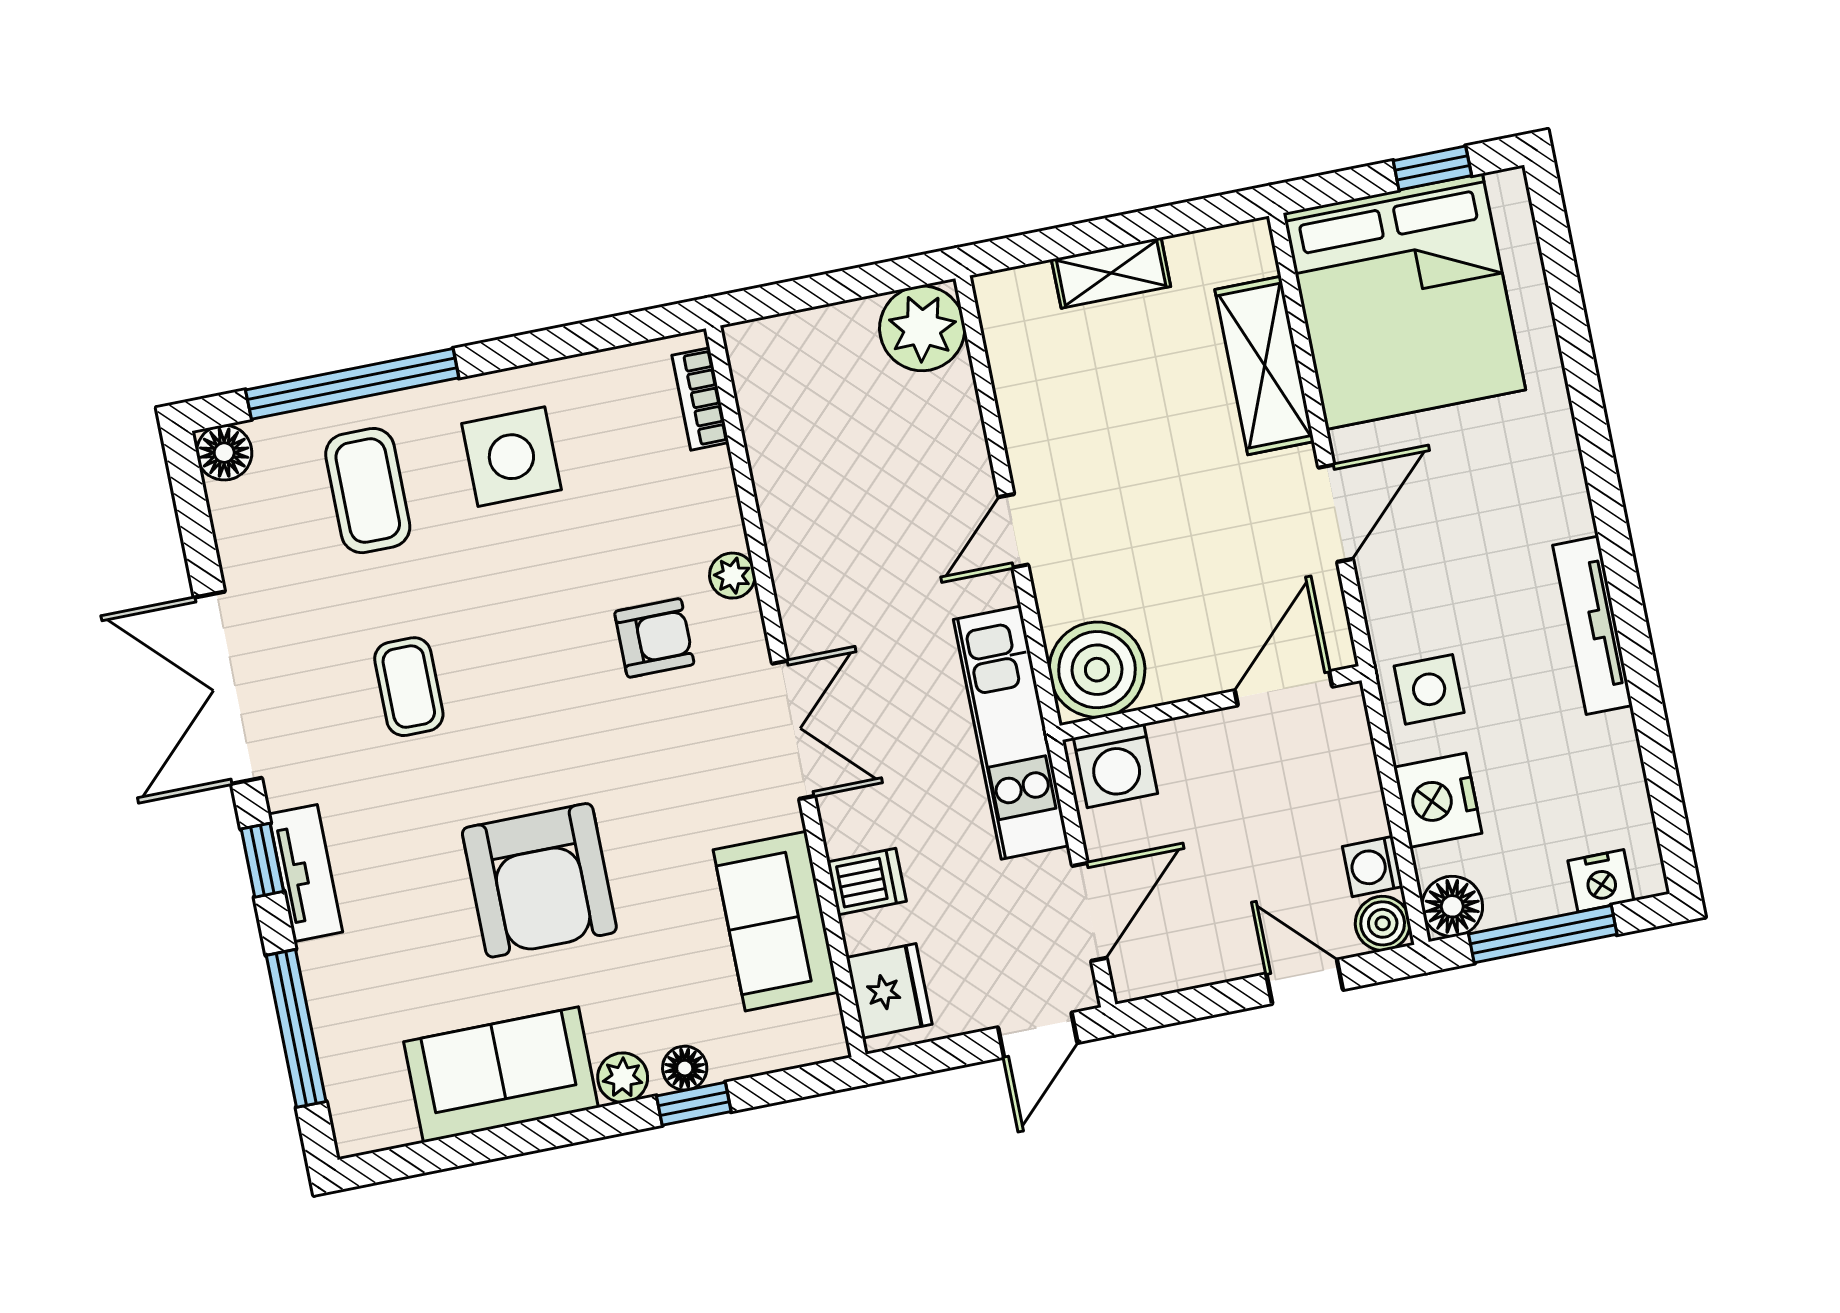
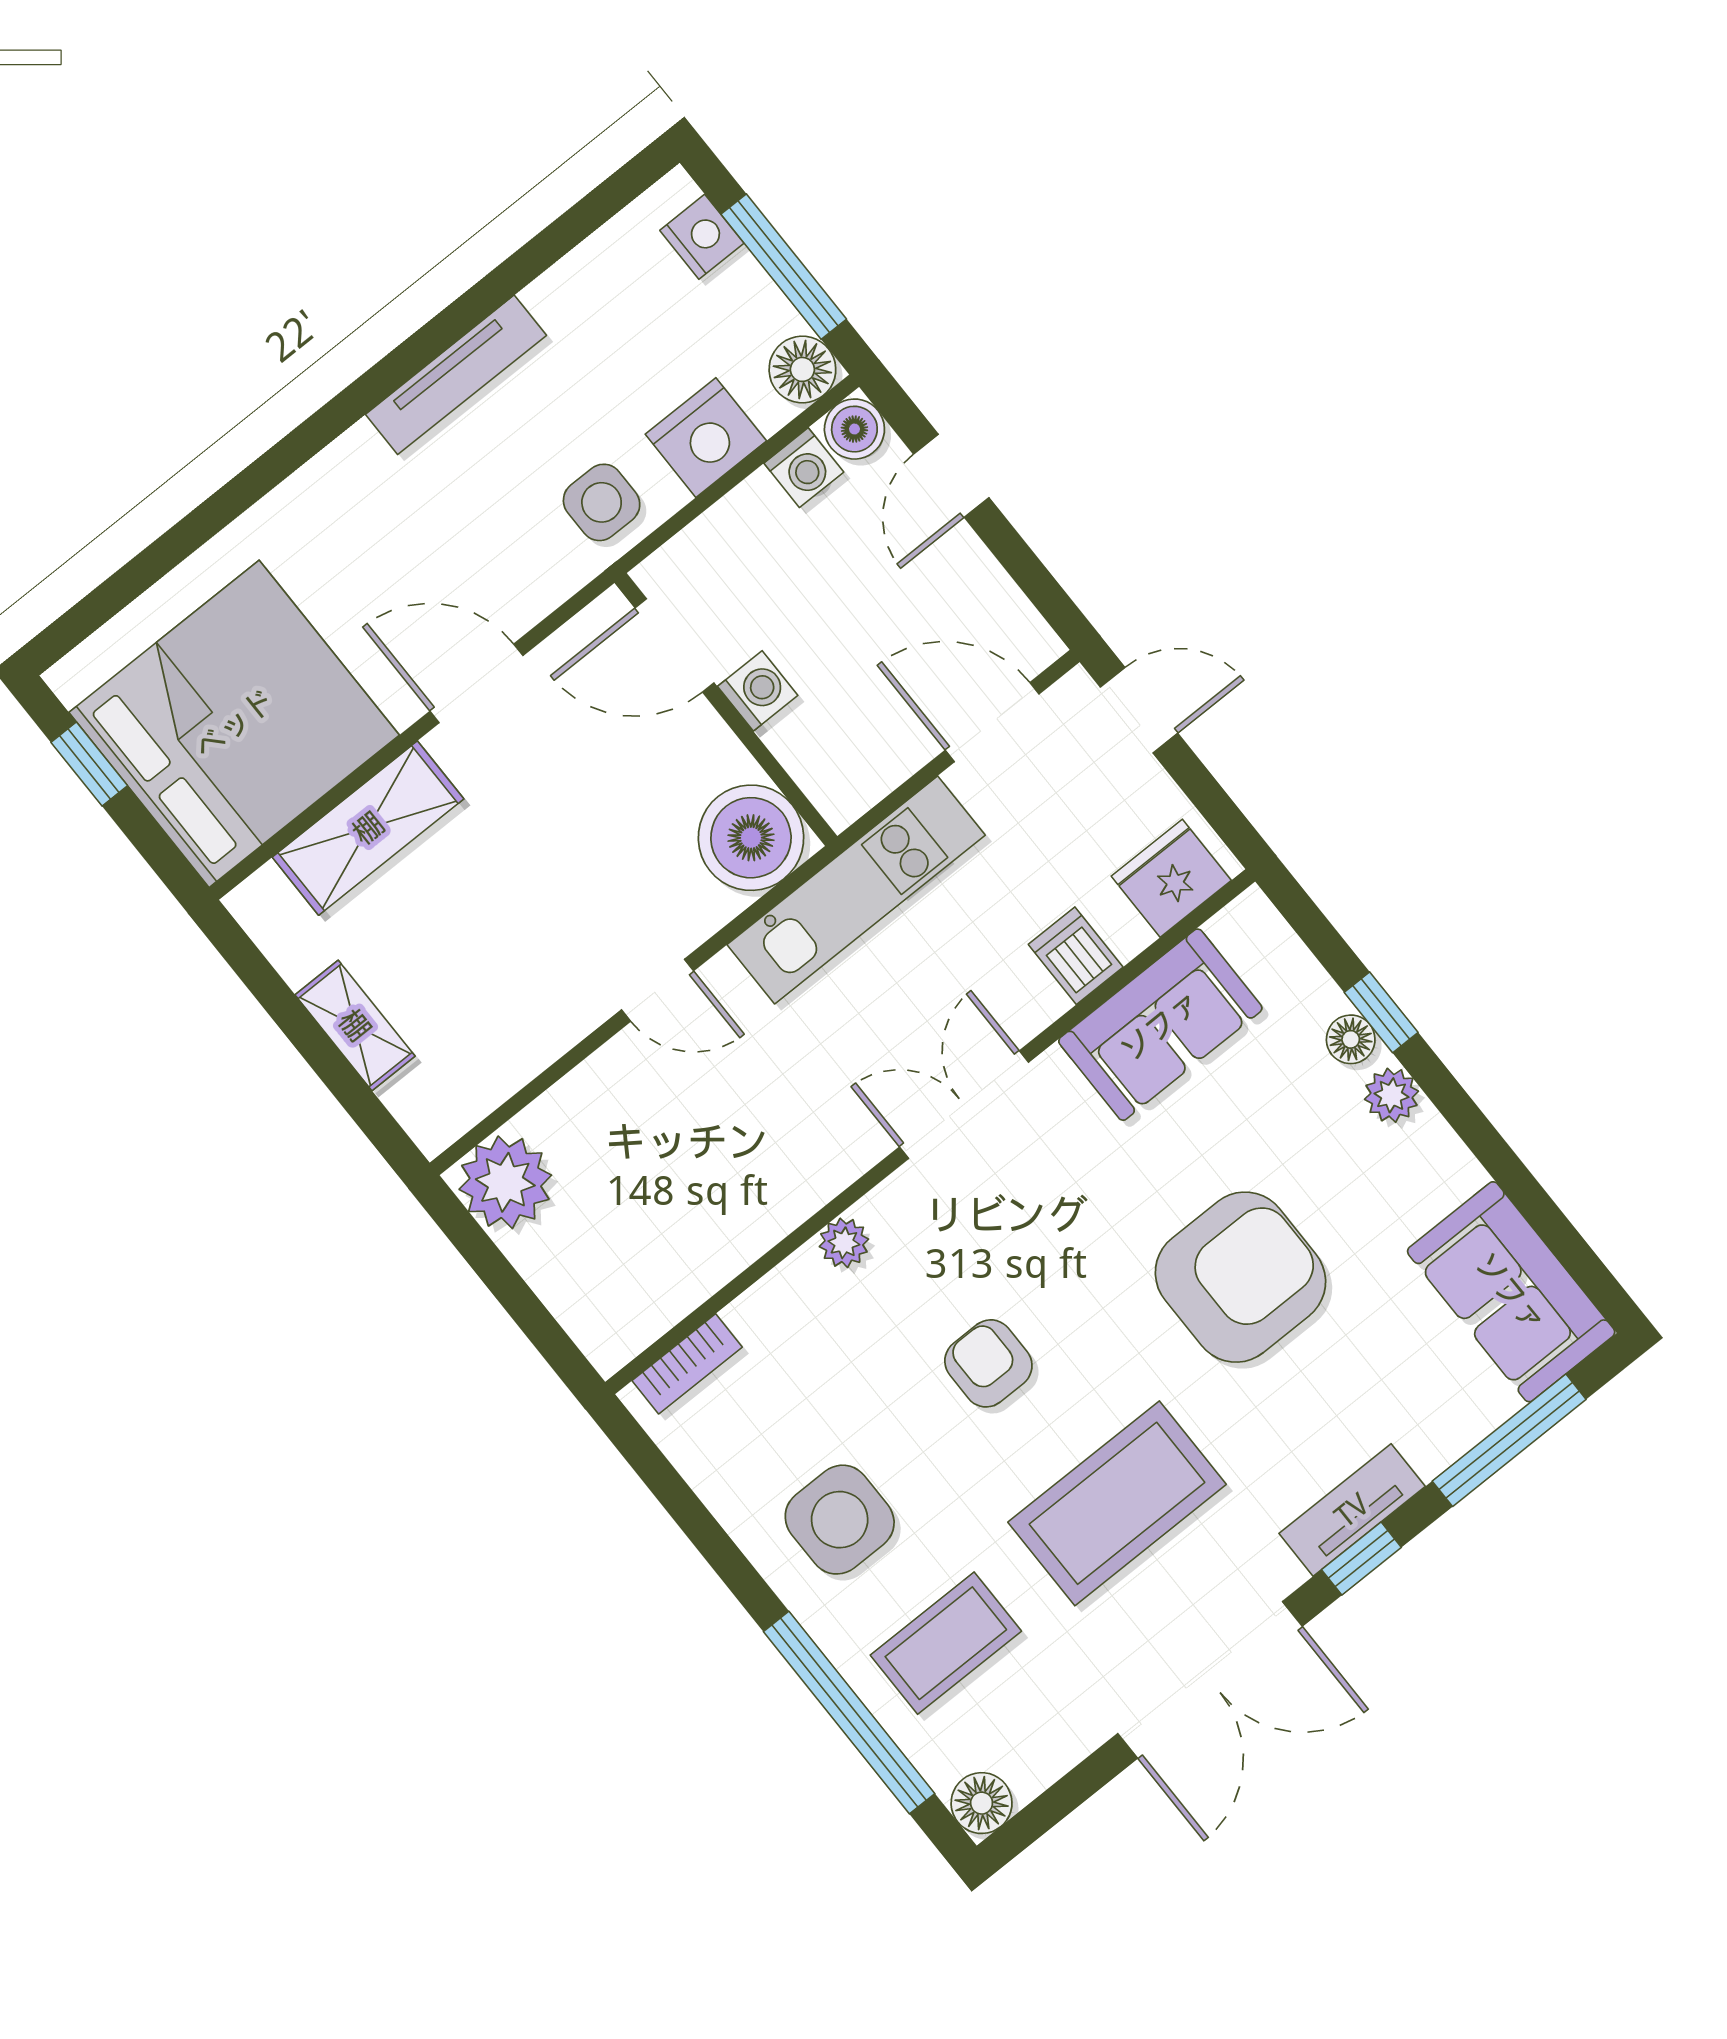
armchair: (654, 638) -> (988, 1363), moved
coffee table: (409, 687) -> (1117, 1503), width x1.86, depth x1.72
washing machine: (1116, 766) -> (758, 691), moved, width x0.73, depth x0.73
sofa: (501, 1075) -> (1511, 1292), moved

